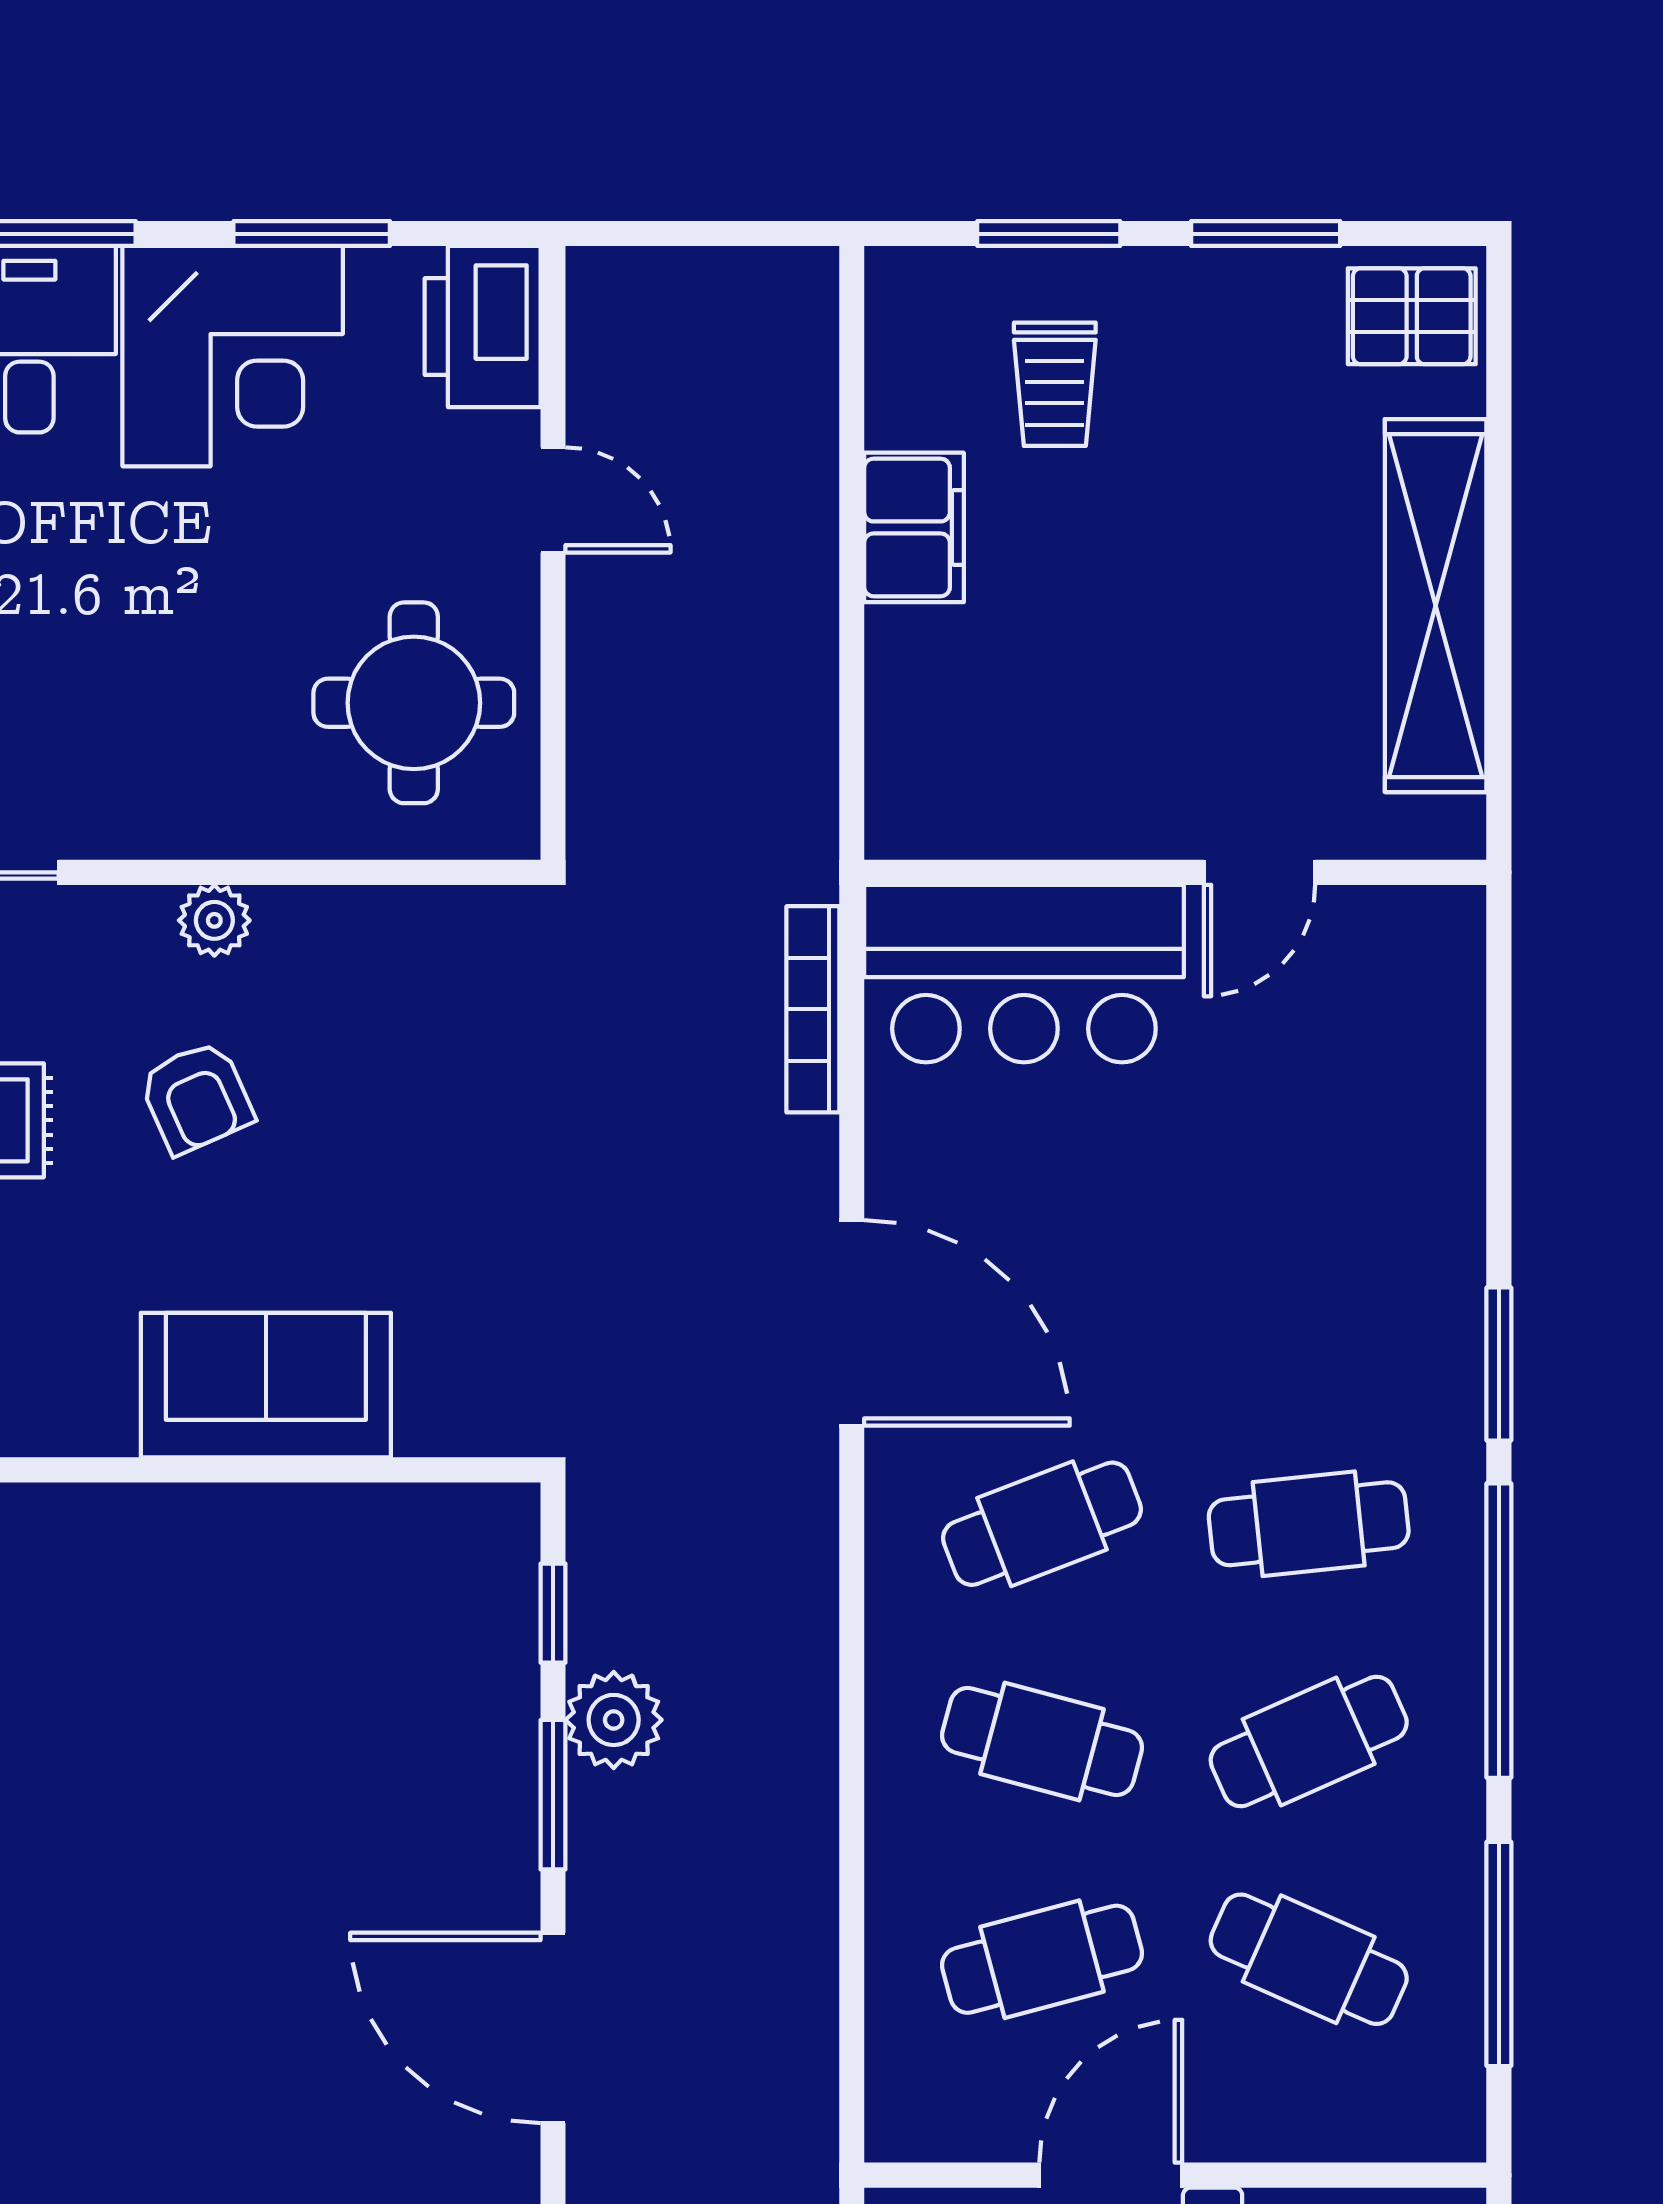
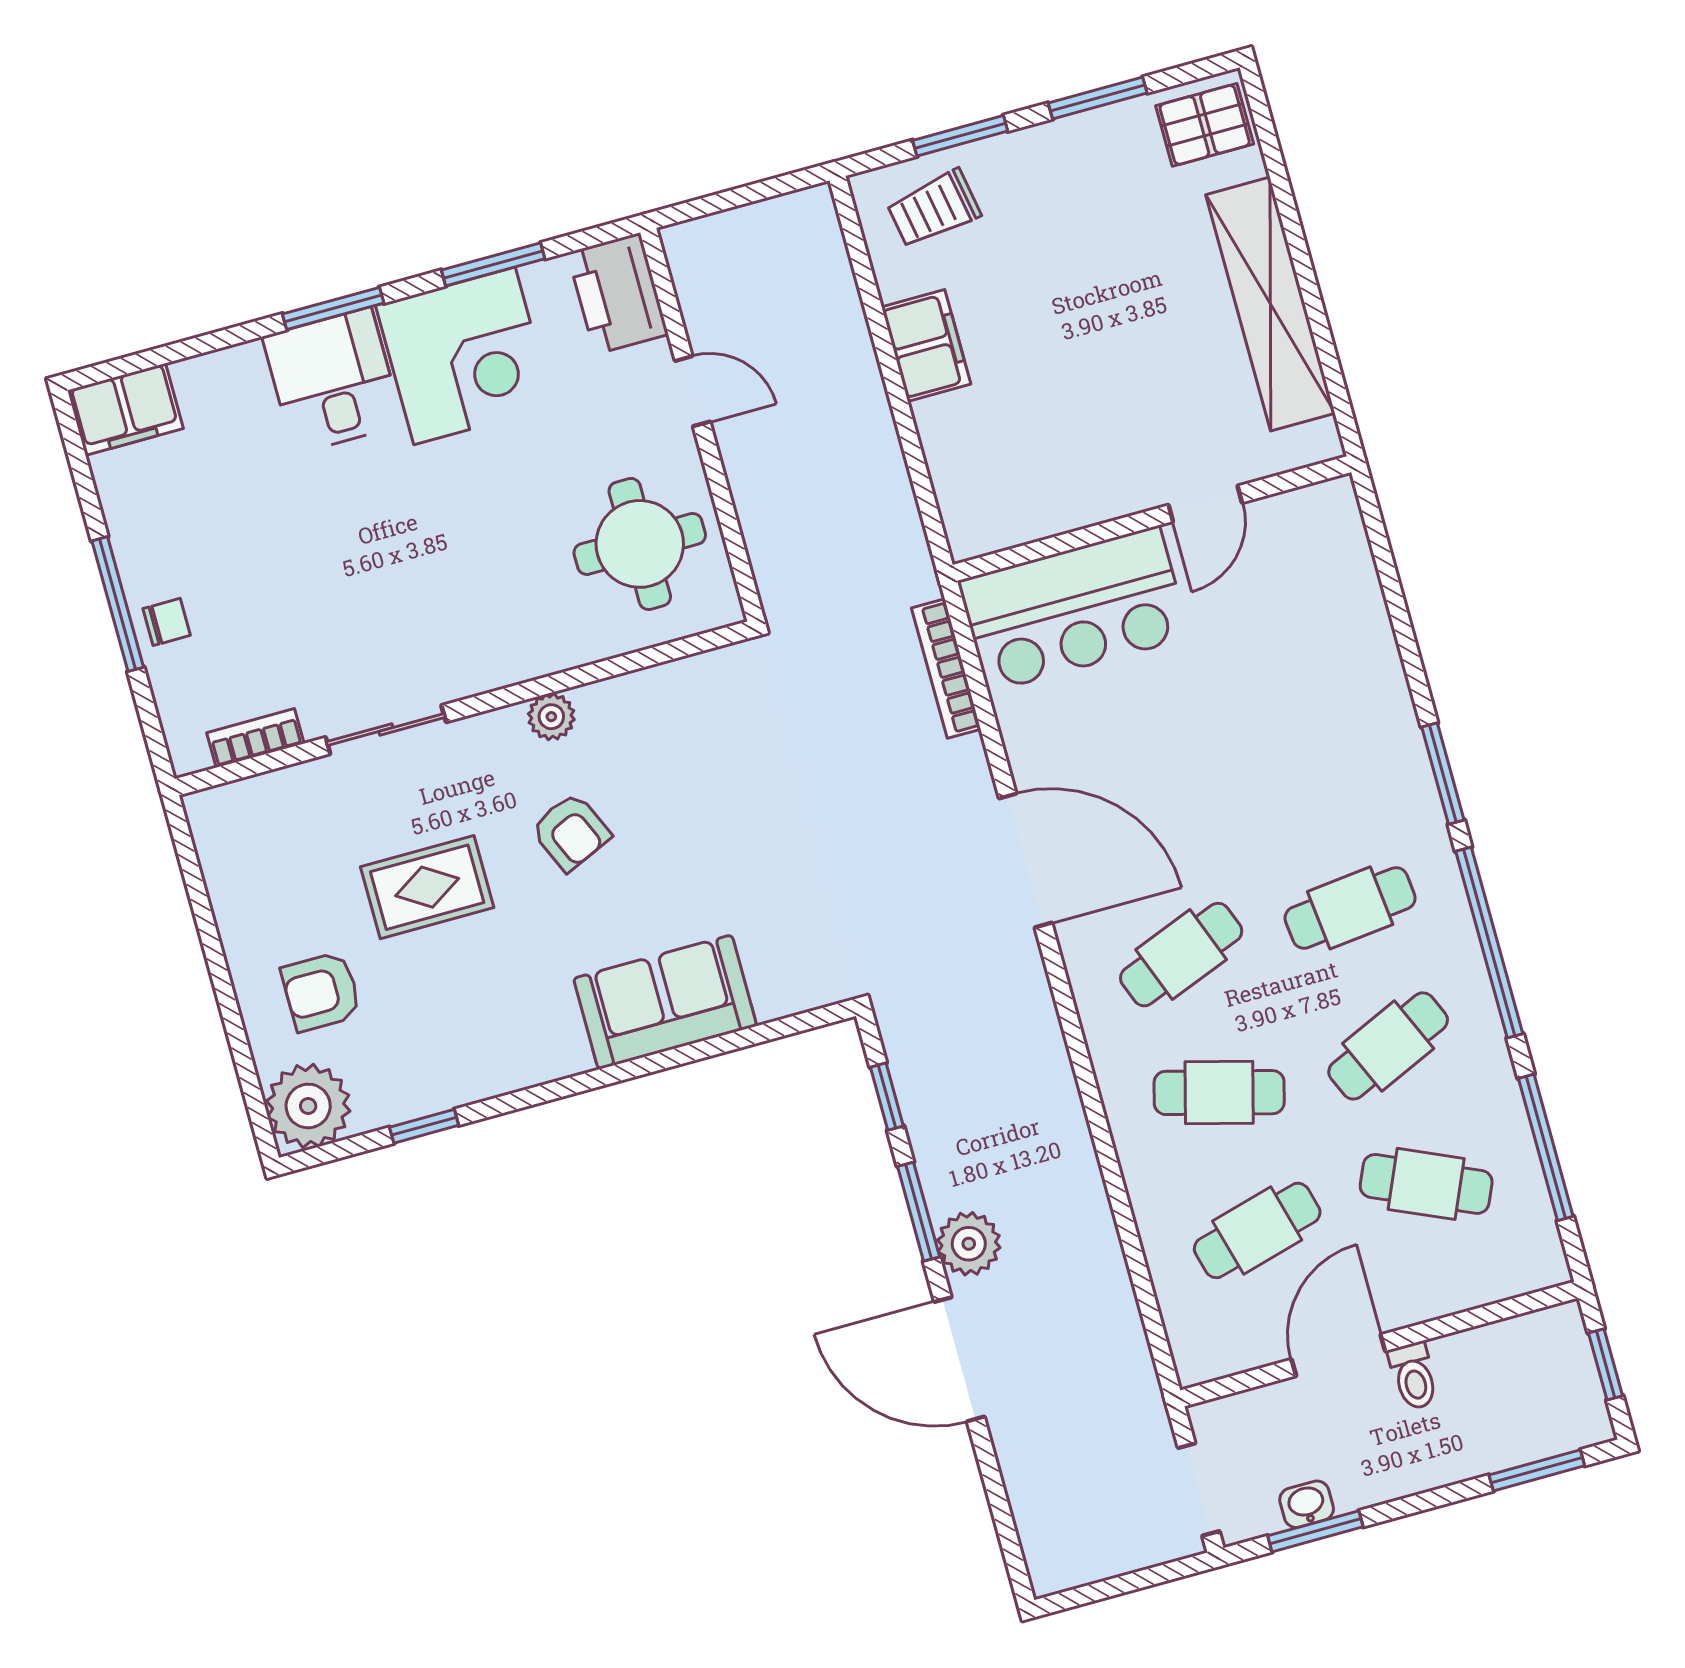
trolley: (1055, 384) -> (934, 209), moved, turned 80
plant: (614, 1720) -> (969, 1244), moved

